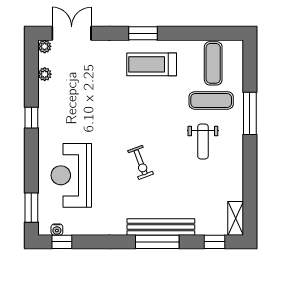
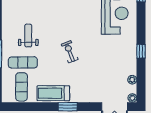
treadmill: (152, 64) -> (53, 93), moved, turned 180
exercise bike: (141, 162) -> (70, 52), moved

